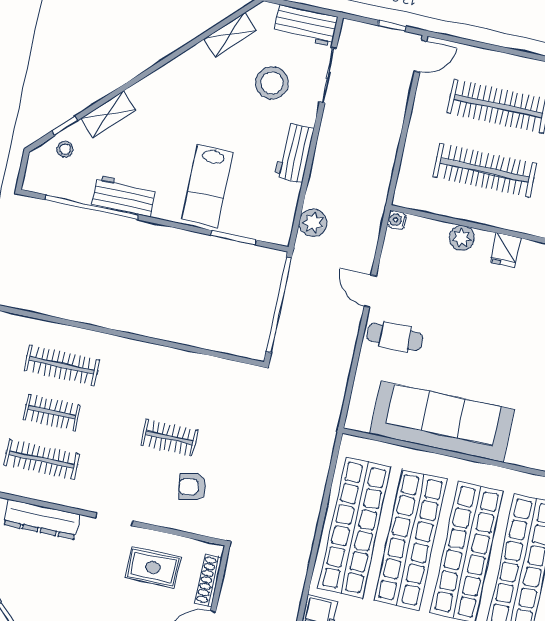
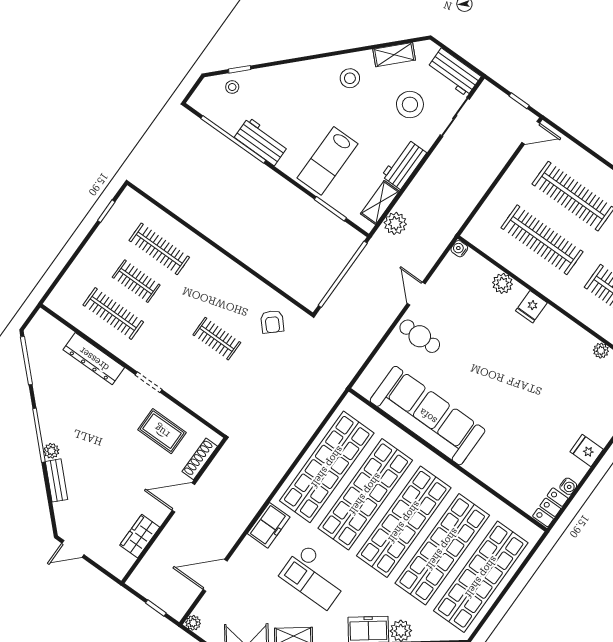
stool: (192, 83) -> (350, 78), added
shelving: (108, 114) -> (380, 202), moved, turned -45
armchair: (192, 487) -> (272, 322), moved, turned -121

